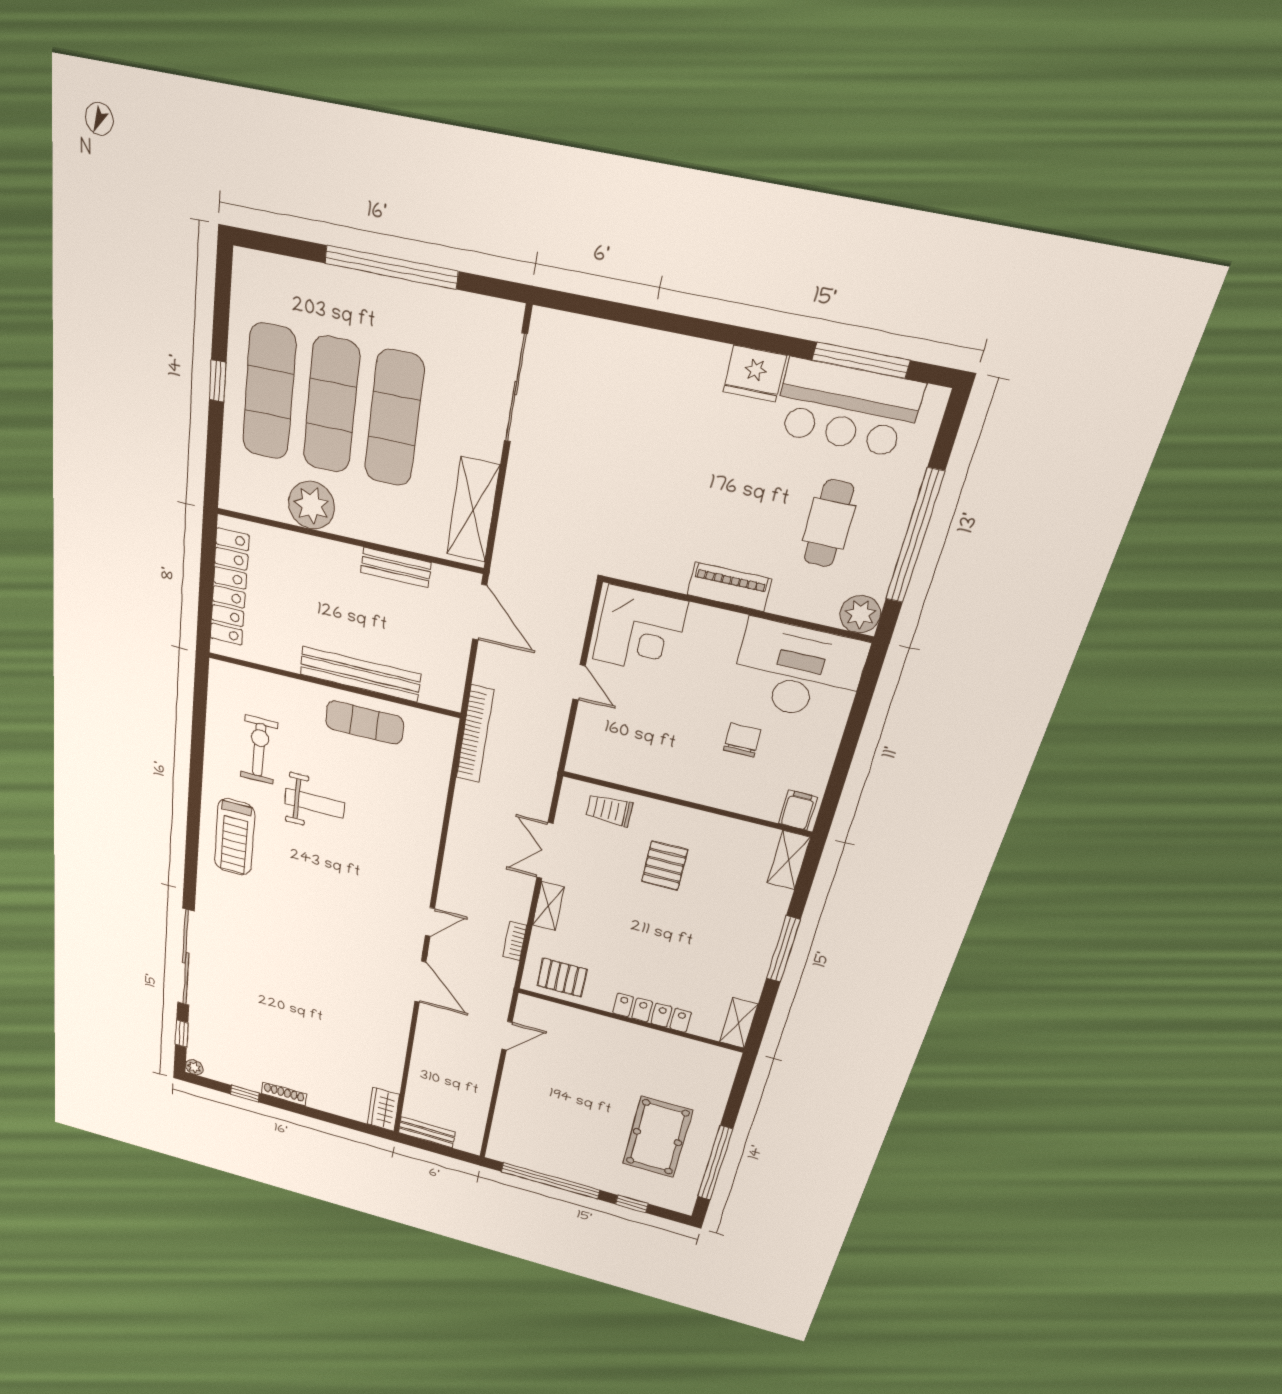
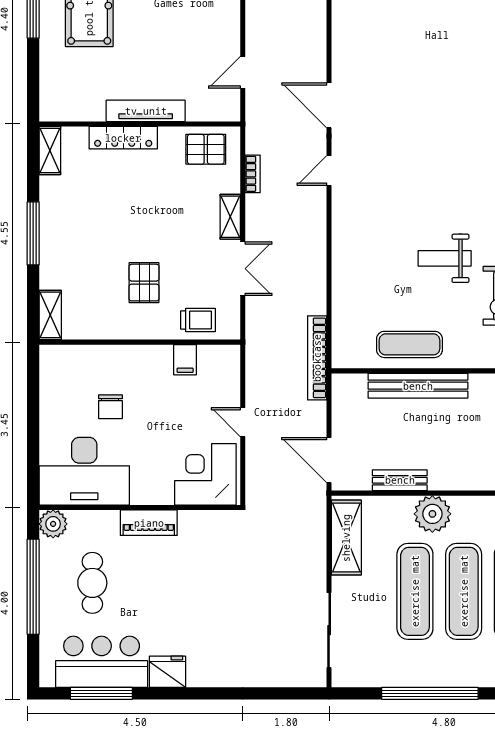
plant: (312, 505) -> (432, 514), moved
filing cabinet: (798, 810) -> (185, 360), moved
tv unit: (620, 1030) -> (146, 111), added

